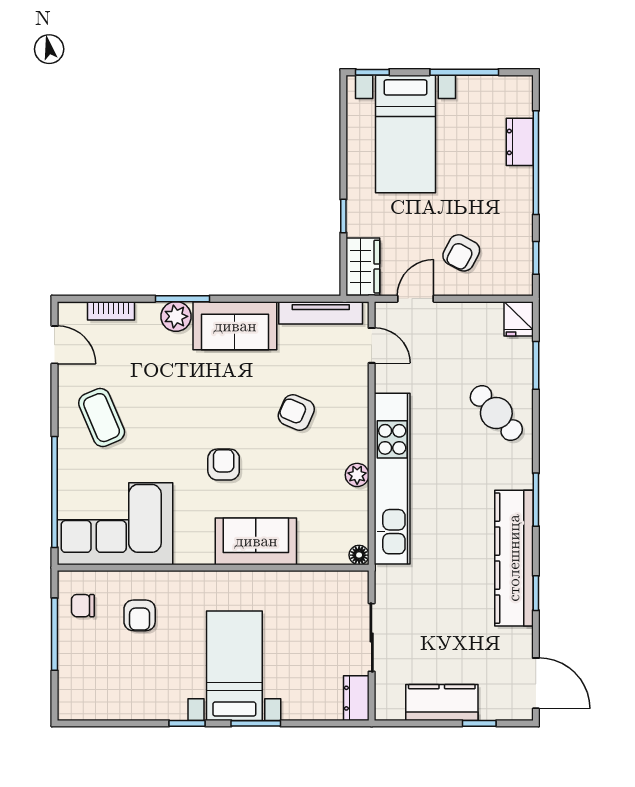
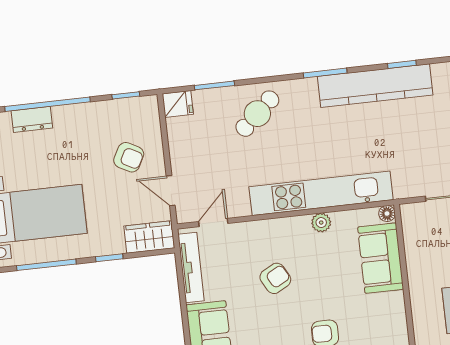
window: (343, 140) -> (46, 265), added
armchair: (296, 412) -> (275, 278), turned -142
sofa: (256, 541) -> (381, 258), moved

